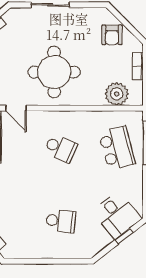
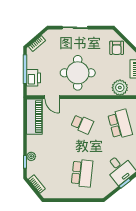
school desk: (61, 221) -> (82, 173), width x1.85

